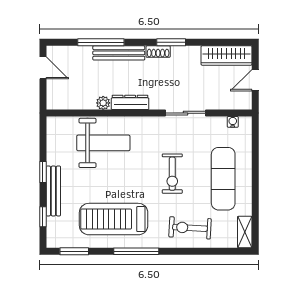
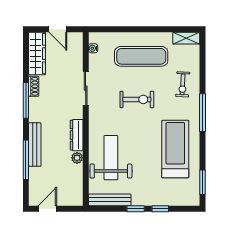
window: (171, 42) -> (26, 100), width x1.44
shoe rack: (158, 52) -> (34, 86), moved
bench: (53, 191) -> (110, 200), moved
window: (43, 217) -> (160, 209), moved
treadmill: (114, 219) -> (175, 149), turned 180
exercise bike: (190, 228) -> (183, 84), width x0.73, depth x0.72
window: (136, 251) -> (202, 113), moved

